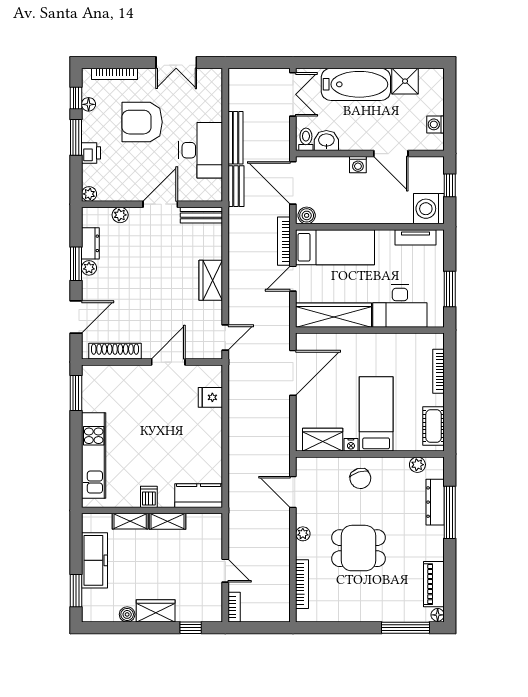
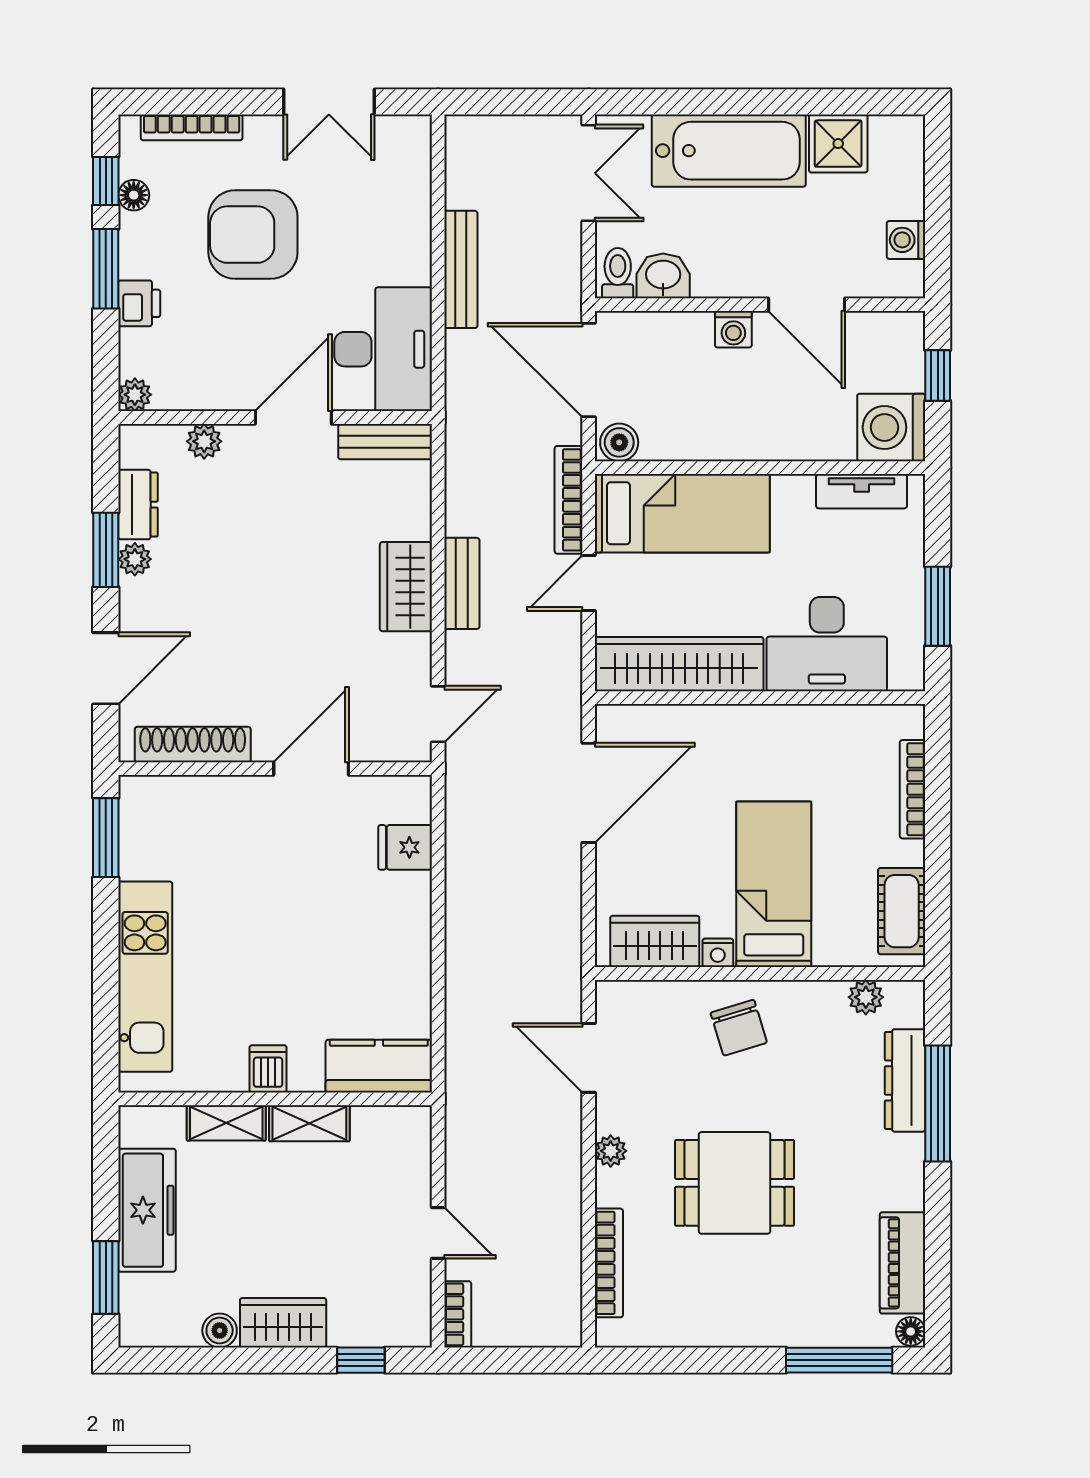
desk: (201, 150) -> (383, 349), moved
bench: (236, 186) -> (462, 583), moved

